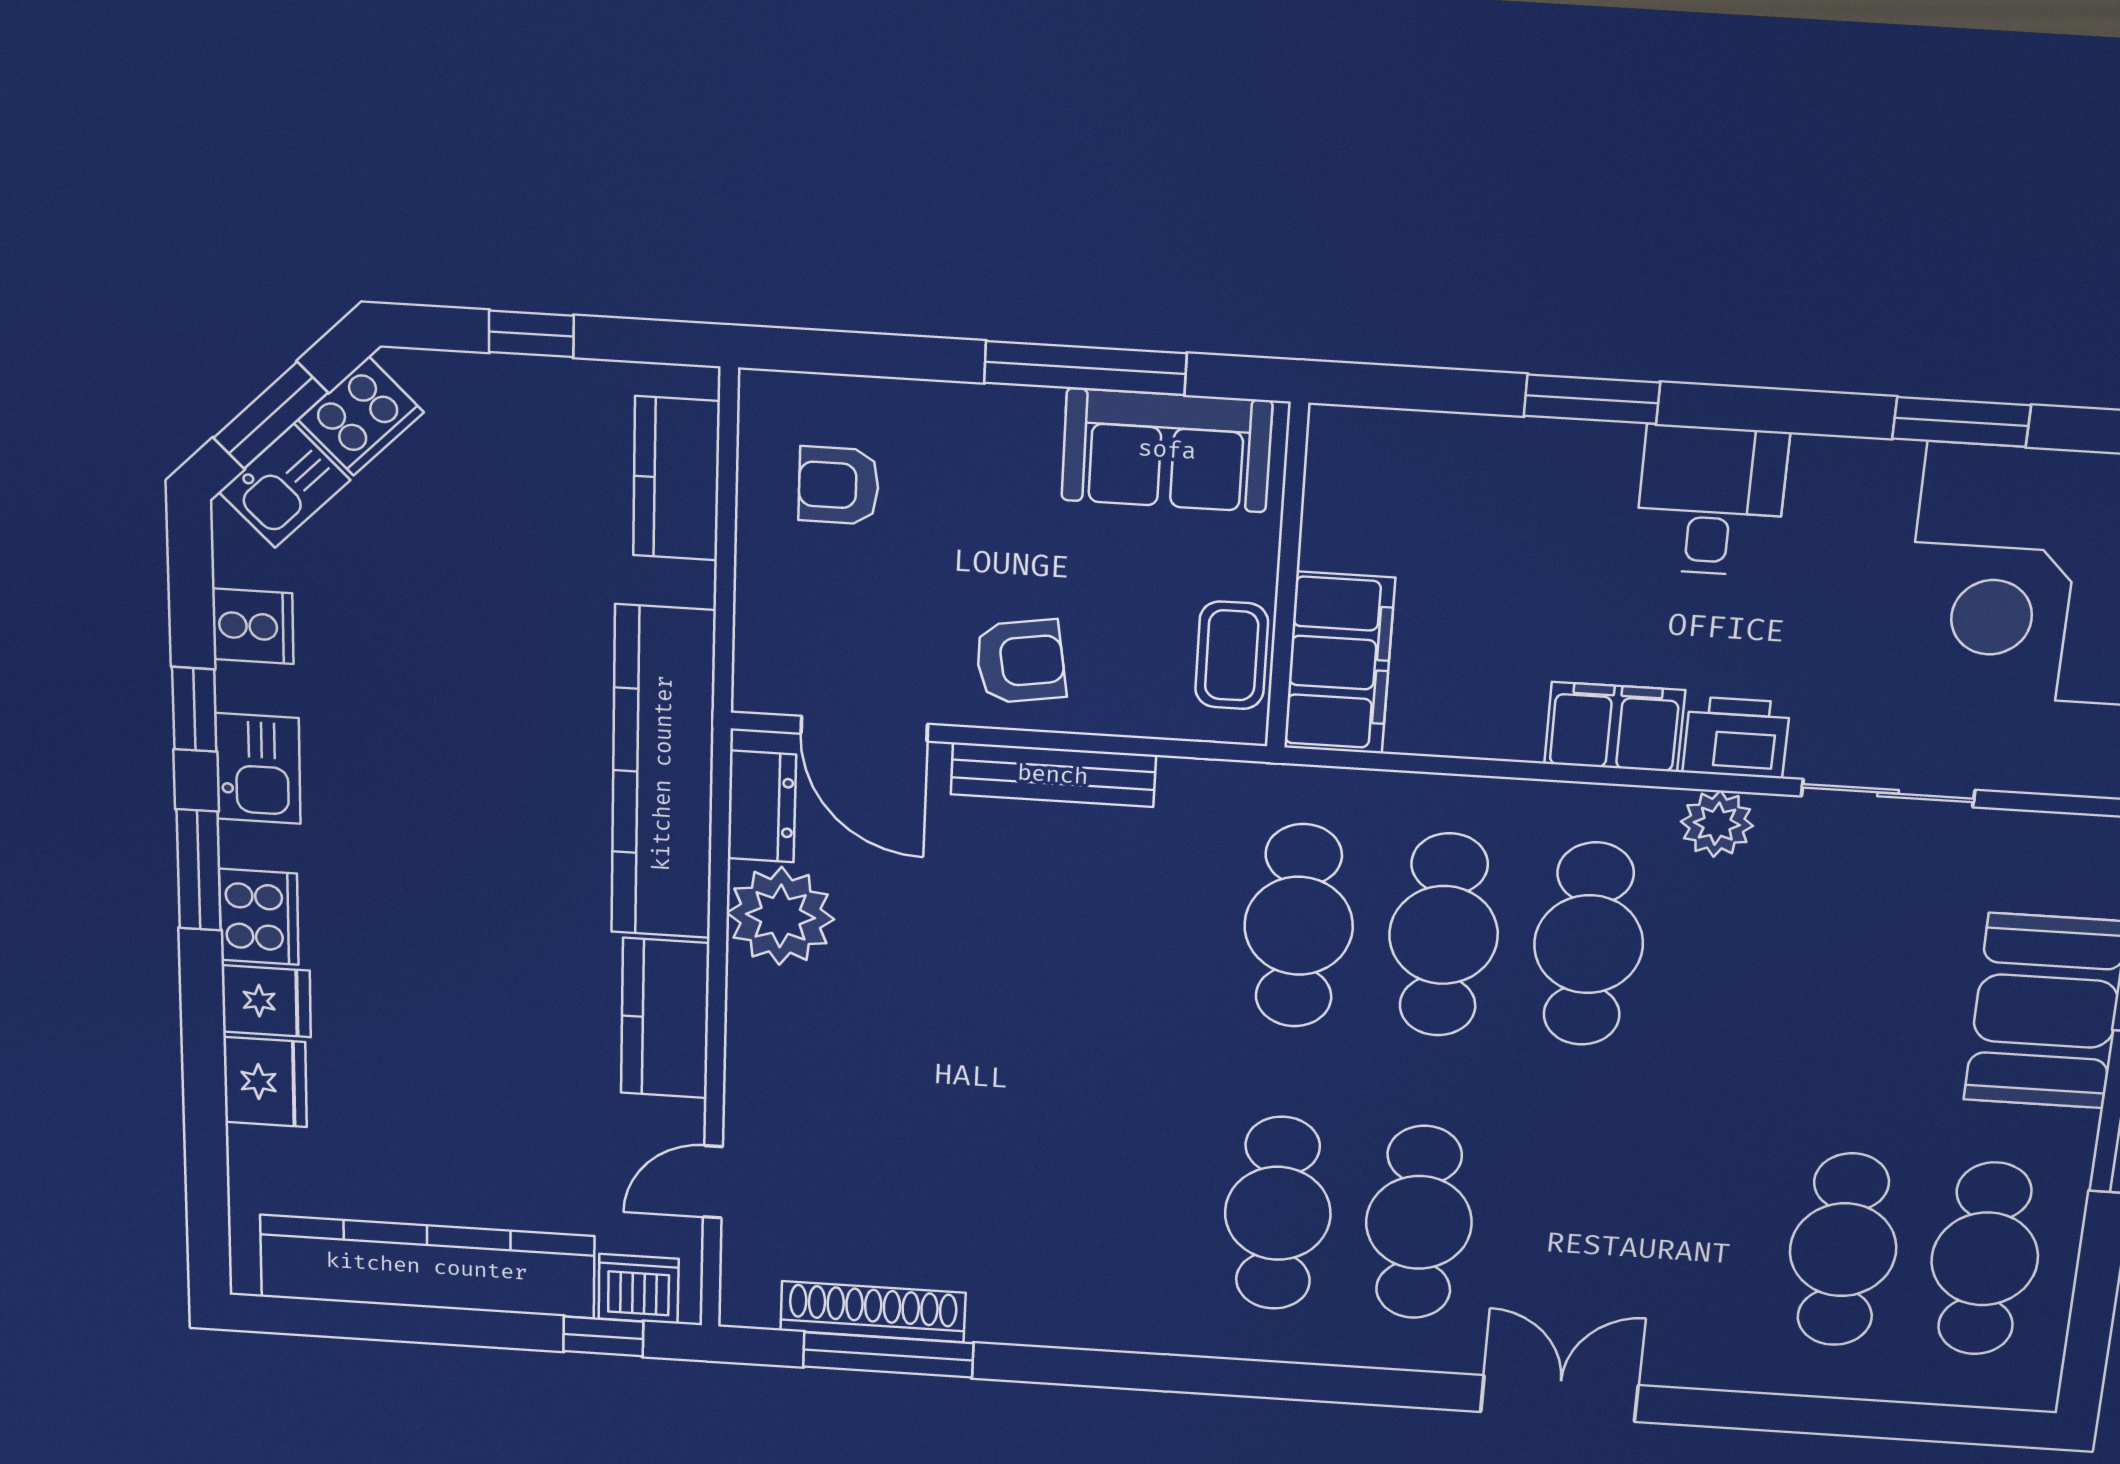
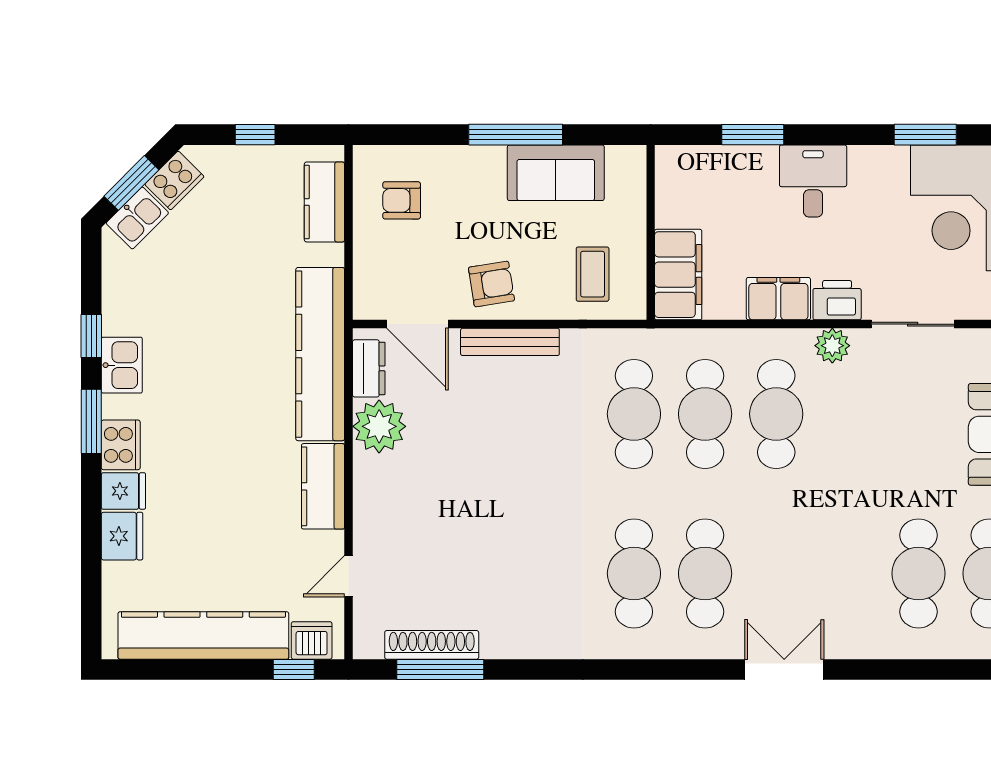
wall: (1287, 577) -> (651, 232), moved
cooker: (253, 626) -> (121, 291), removed
filing cabinet: (1339, 663) -> (678, 275), moved

